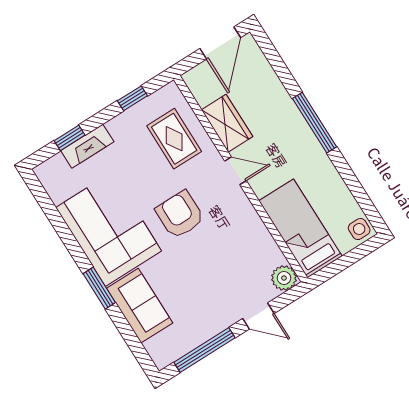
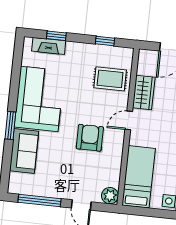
rug: (174, 139) -> (110, 79), turned 90
fireplace: (87, 146) -> (49, 46), moved
door: (235, 171) -> (129, 120), swing flipped
armchair: (180, 215) -> (90, 138), moved

